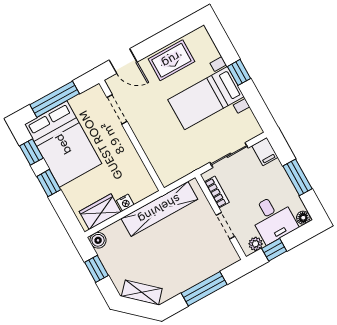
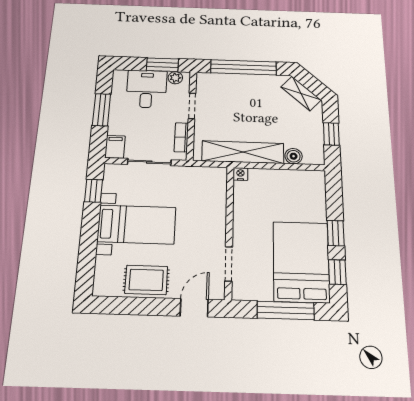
door: (123, 61) -> (194, 308), hinge flipped
window: (239, 72) -> (93, 191), moved
nightstand: (125, 203) -> (240, 174), moved
wardrobe: (100, 212) -> (300, 180), removed
floor lamp: (303, 218) -> (120, 76), removed
boiler: (98, 240) -> (294, 156), moved
window: (274, 250) -> (162, 65), width x1.50
window: (204, 289) -> (243, 67), width x1.46

